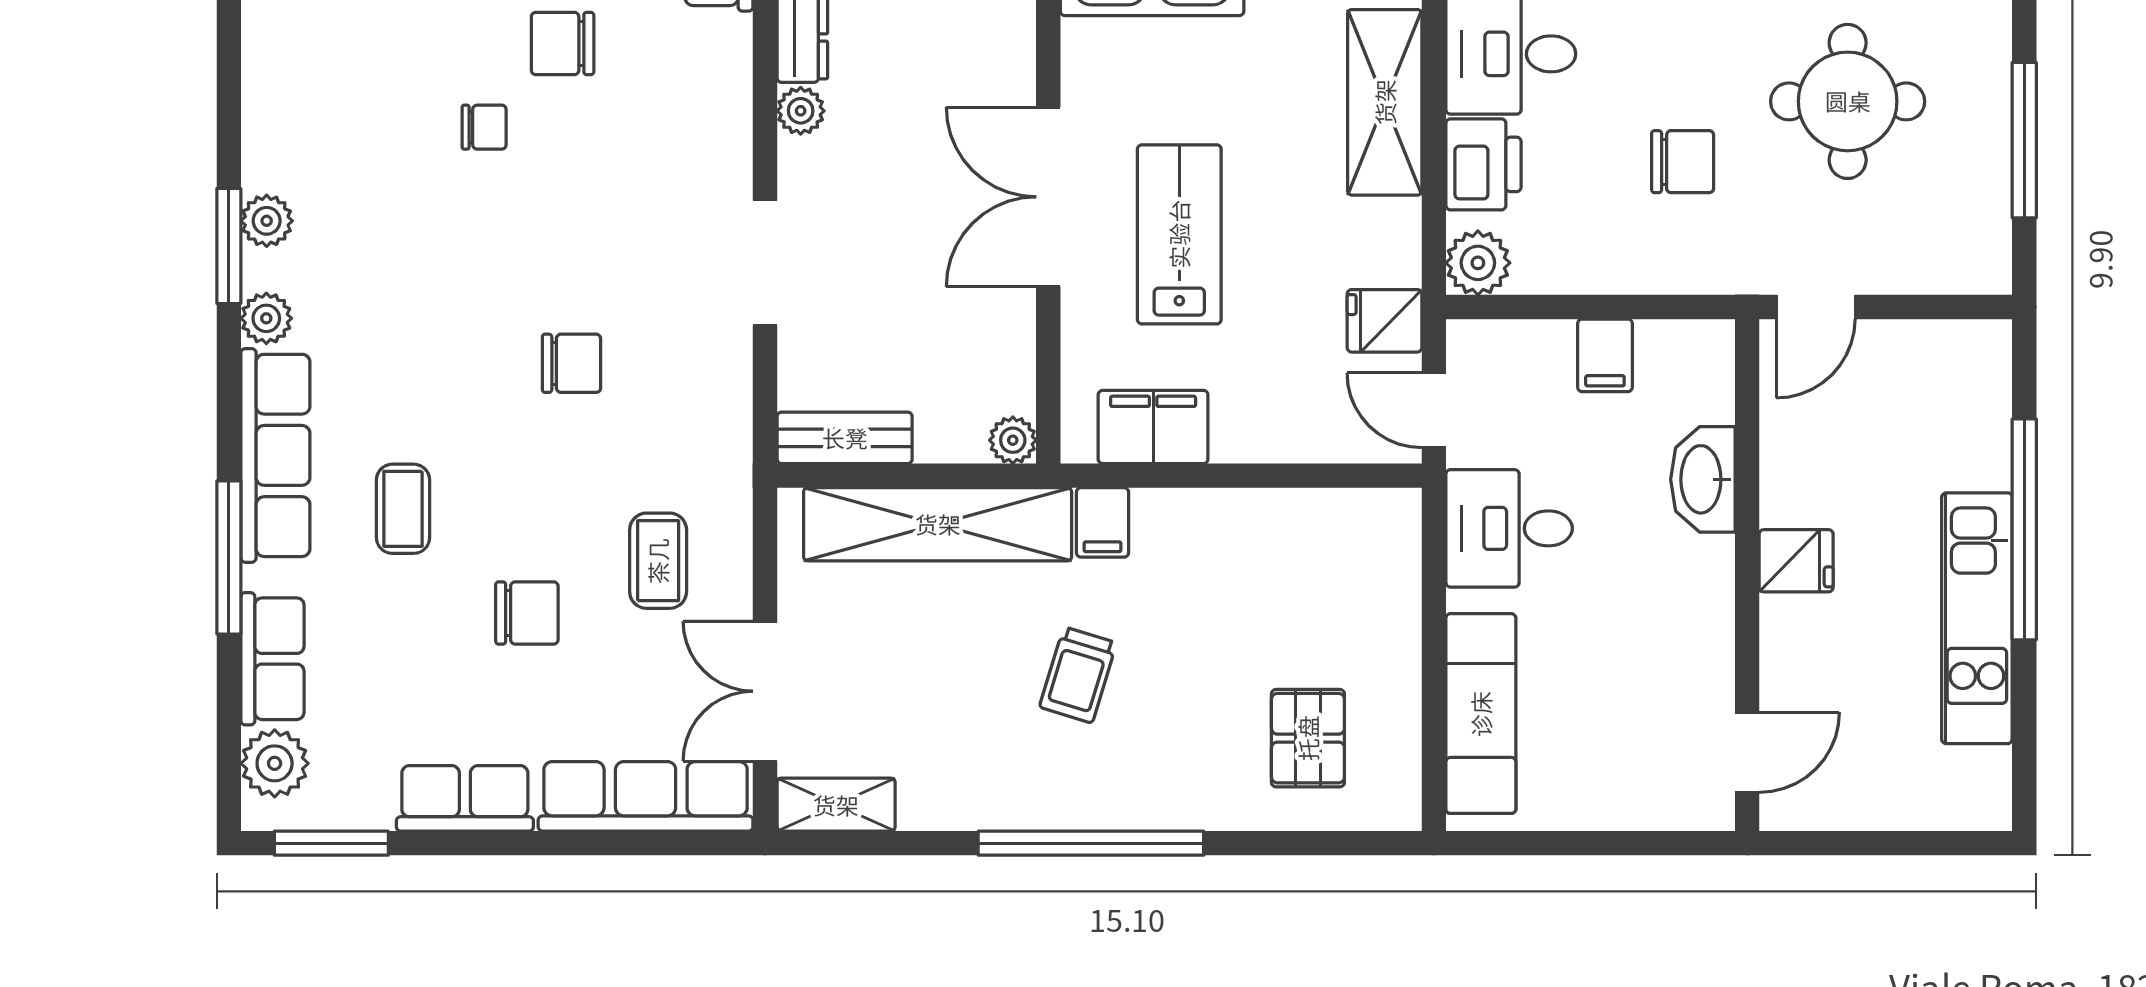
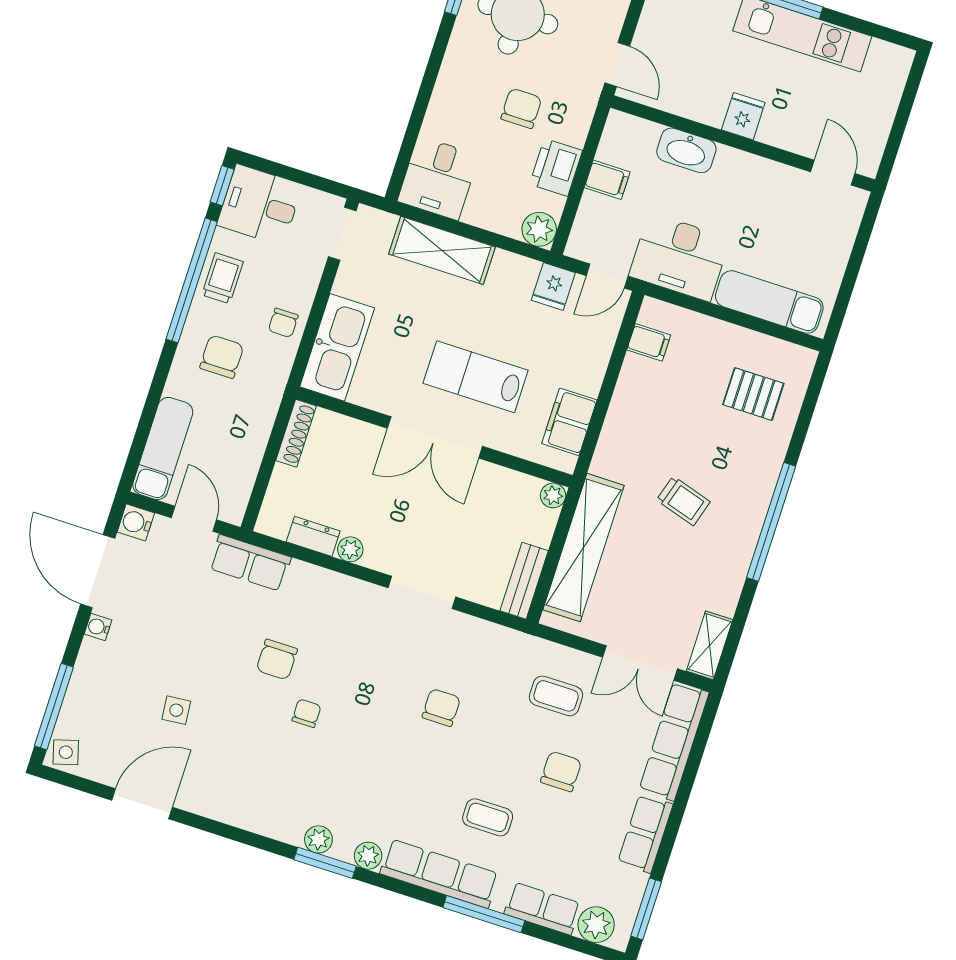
printer: (1483, 164) -> (556, 167), moved, turned -90
filing cabinet: (1103, 522) -> (649, 342), moved
desk: (1509, 528) -> (680, 257), width x1.37

